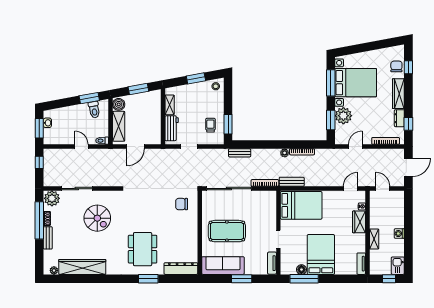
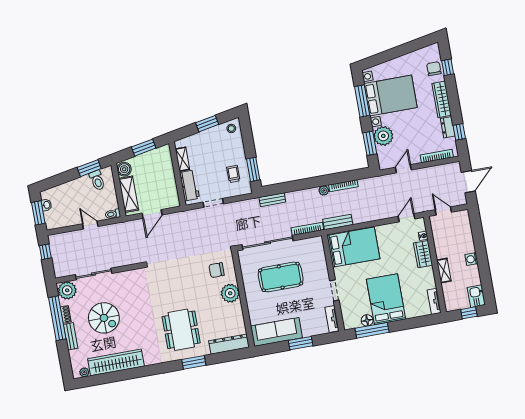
spiral stairs: (97, 218) -> (104, 318), moved
plant: (190, 226) -> (230, 293), added
pool table: (227, 231) -> (281, 277), moved

